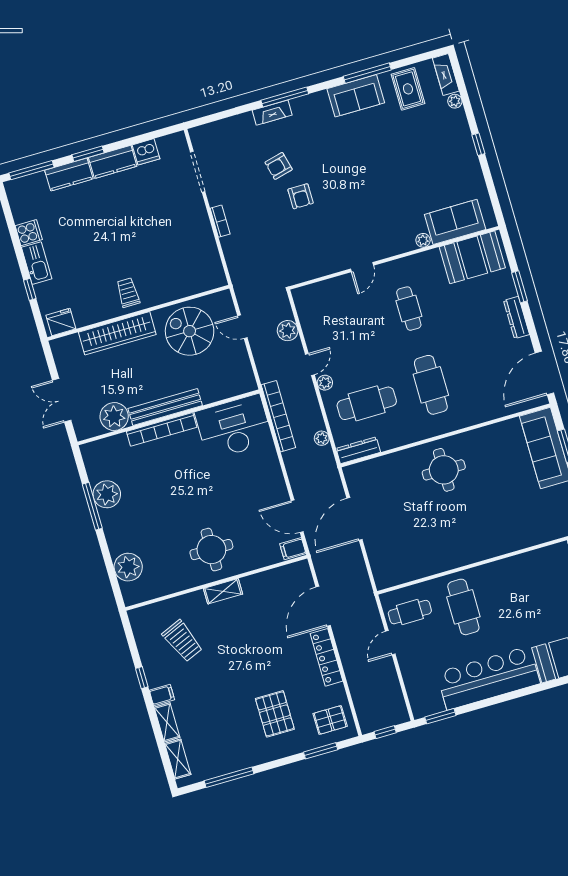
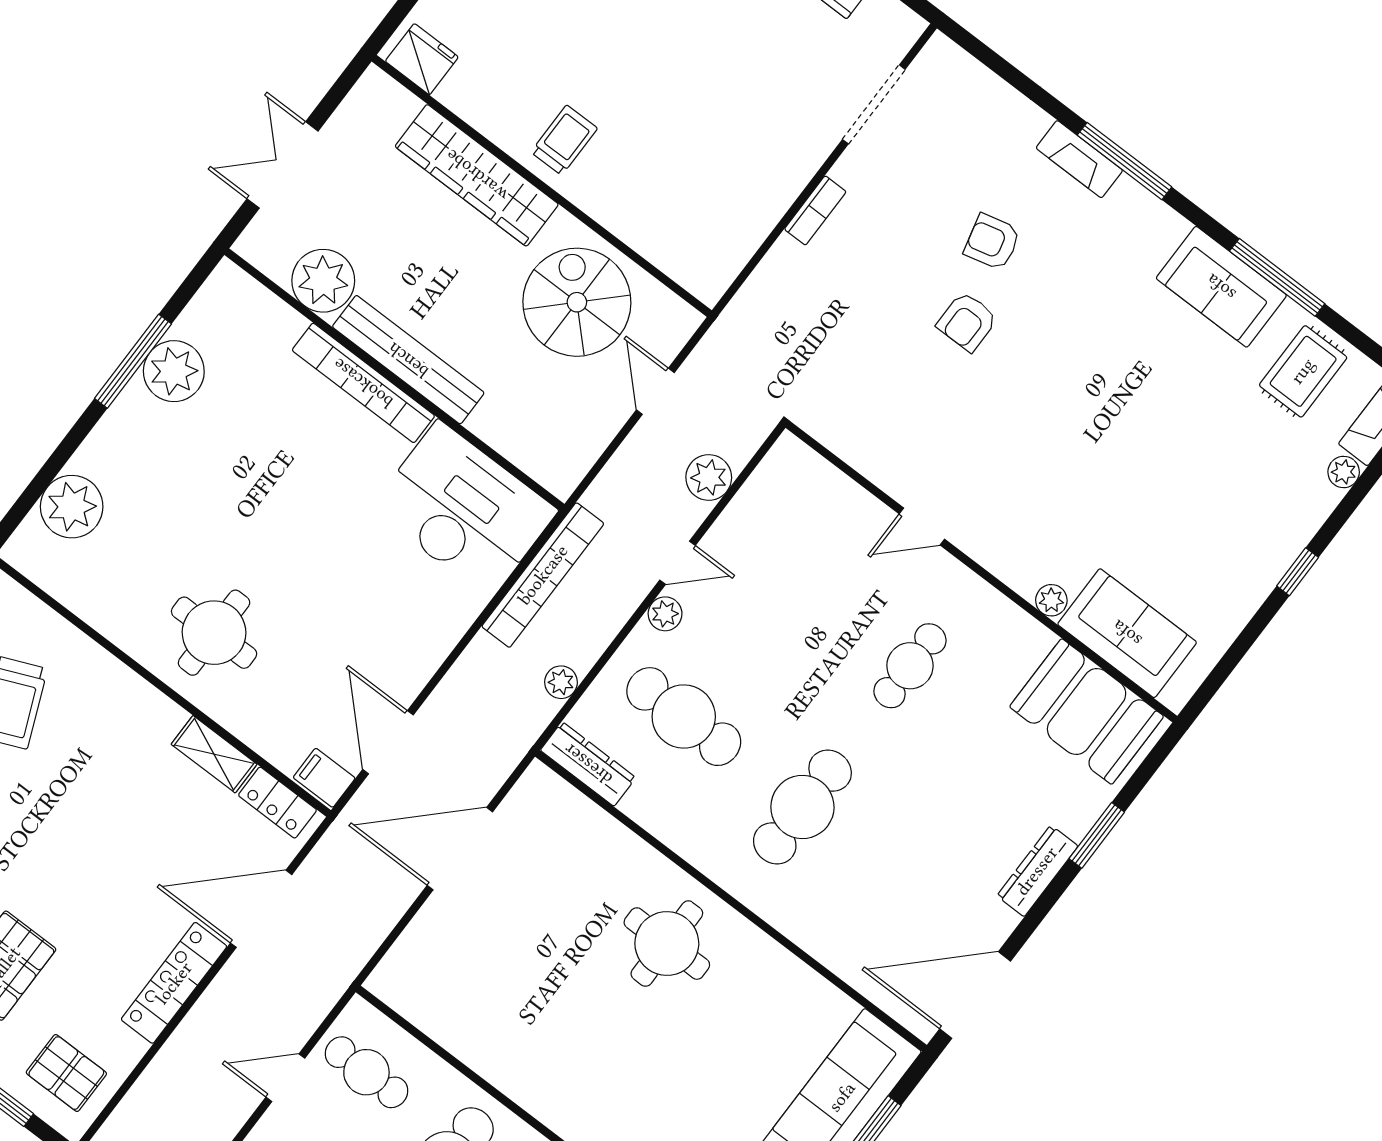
locker: (289, 572) -> (277, 803), added
shelving: (223, 591) -> (214, 754), moved

